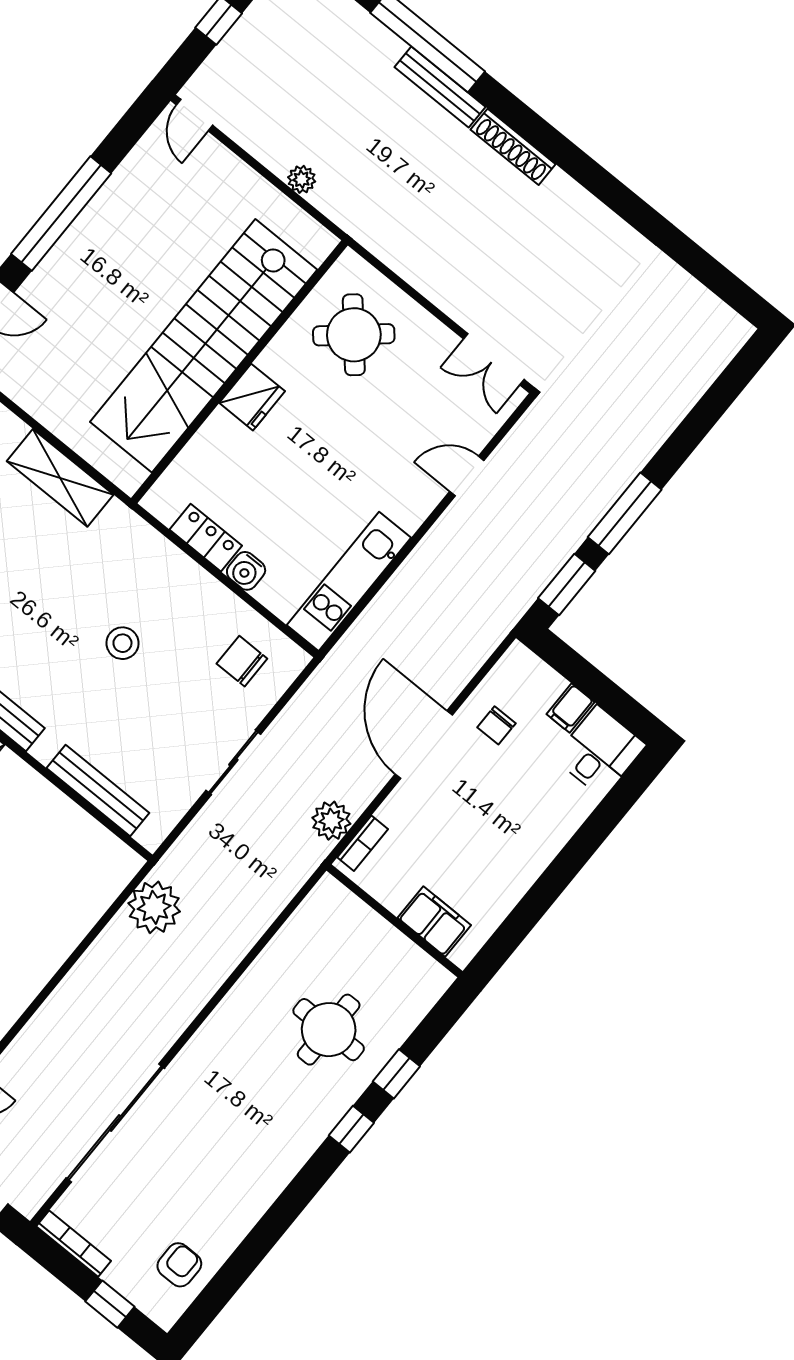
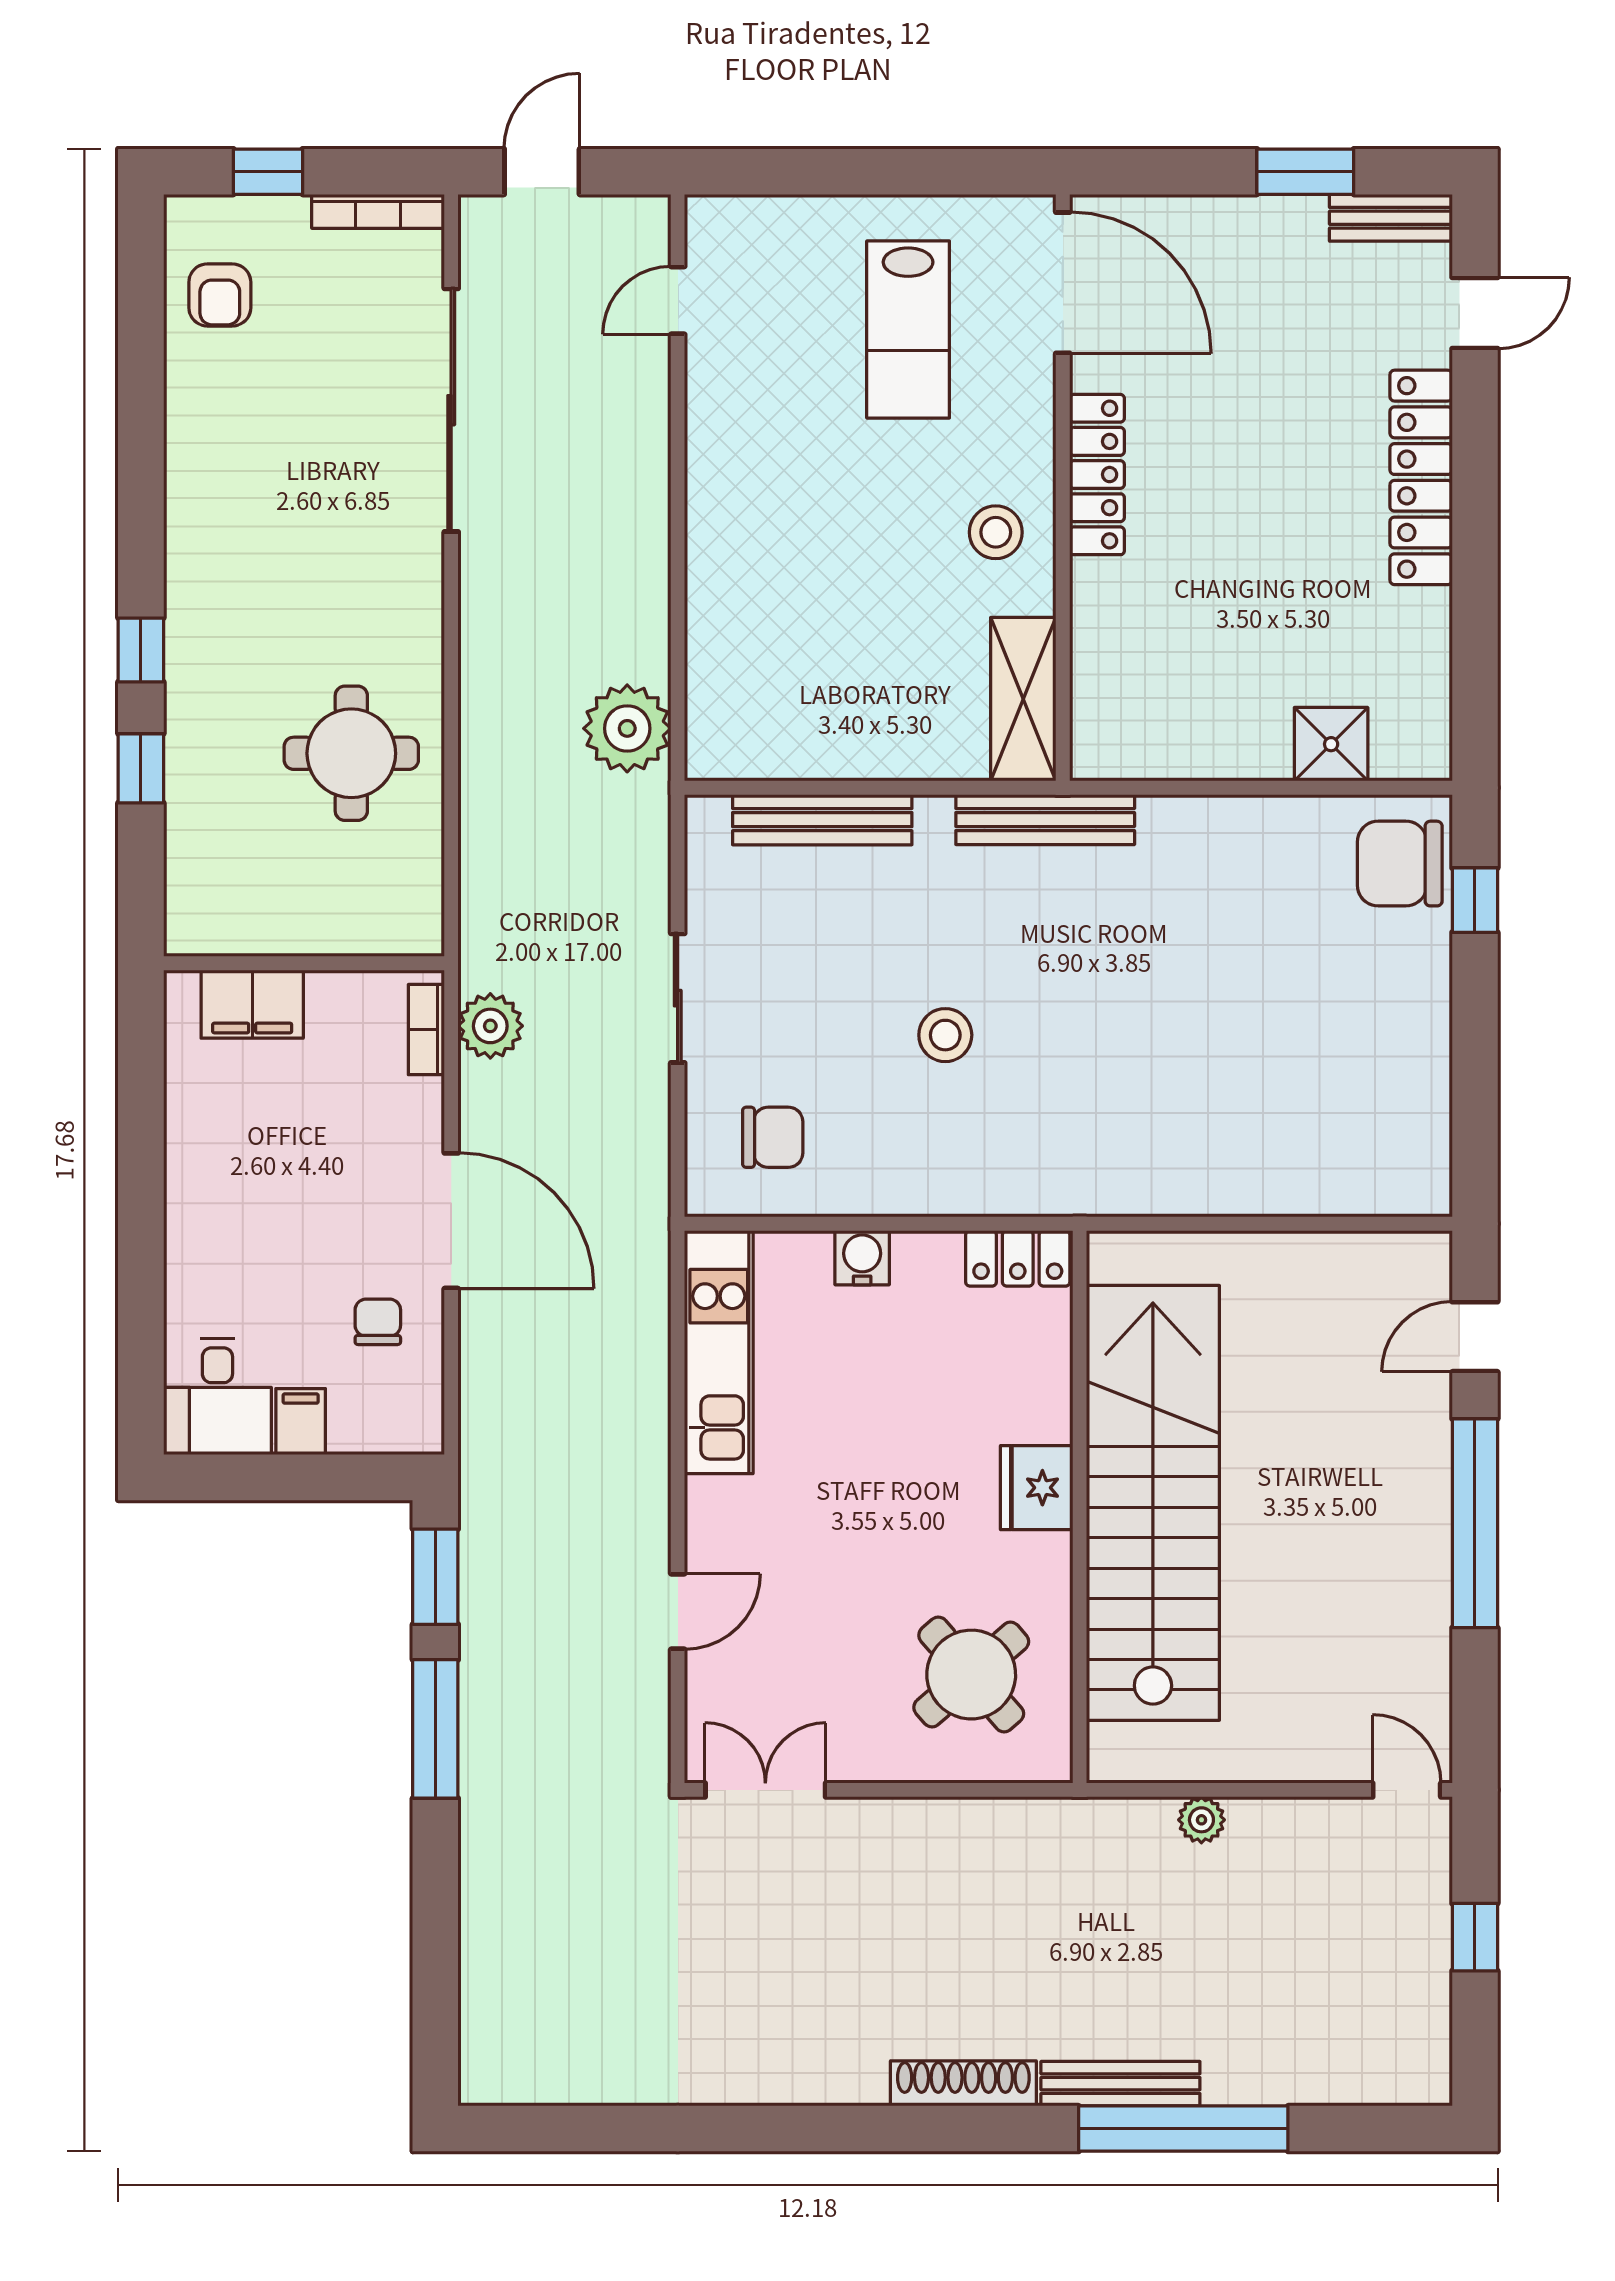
shelving: (60, 478) -> (1199, 1182), removed
locker: (206, 538) -> (1018, 1258), moved
round table: (329, 1030) -> (351, 753), moved

